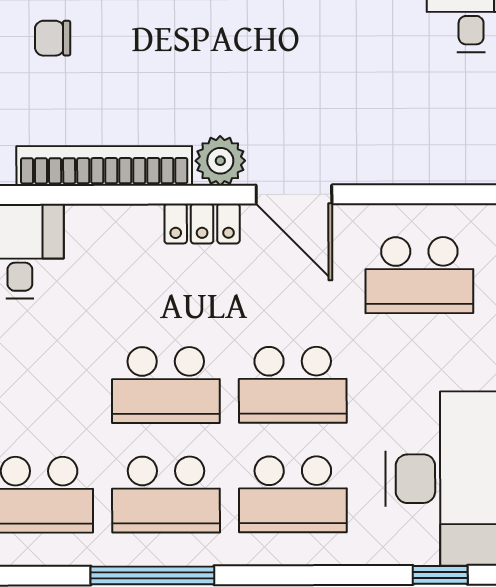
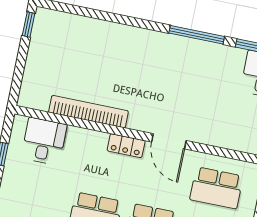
chair: (53, 38) -> (78, 51), removed
plant: (220, 161) -> (140, 120), removed

